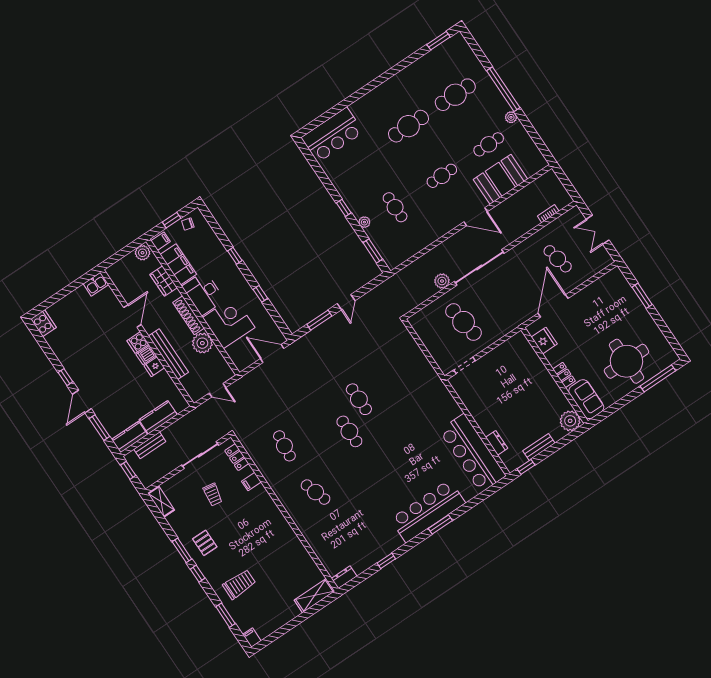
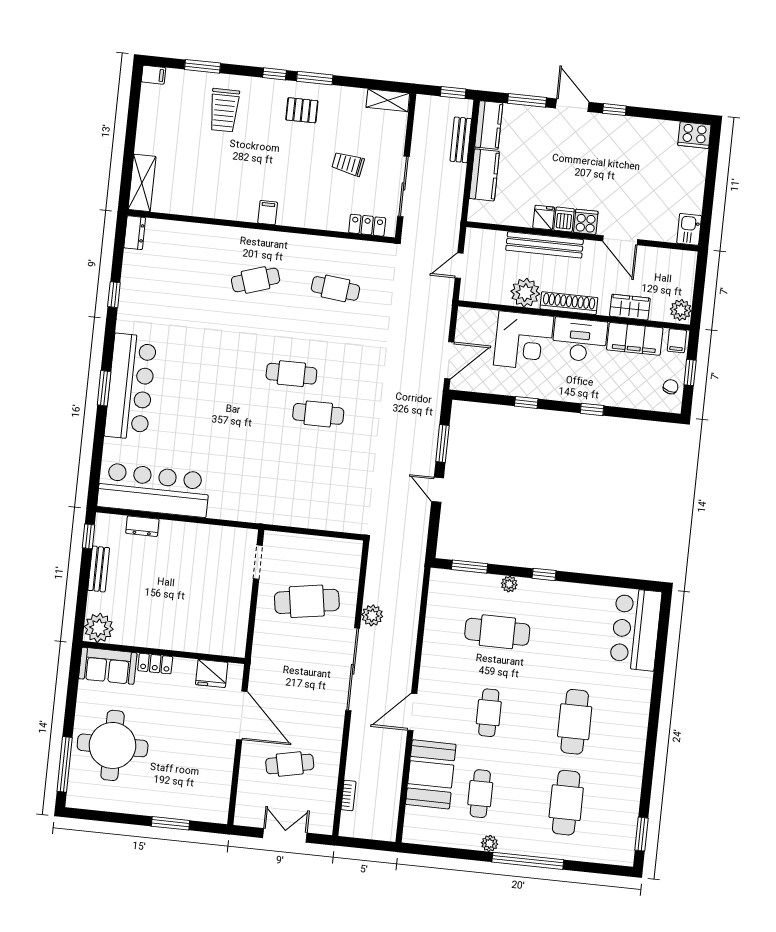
cafe table: (395, 207) -> (497, 632), width x1.37, depth x1.35
filing cabinet: (251, 482) -> (268, 213), moved

